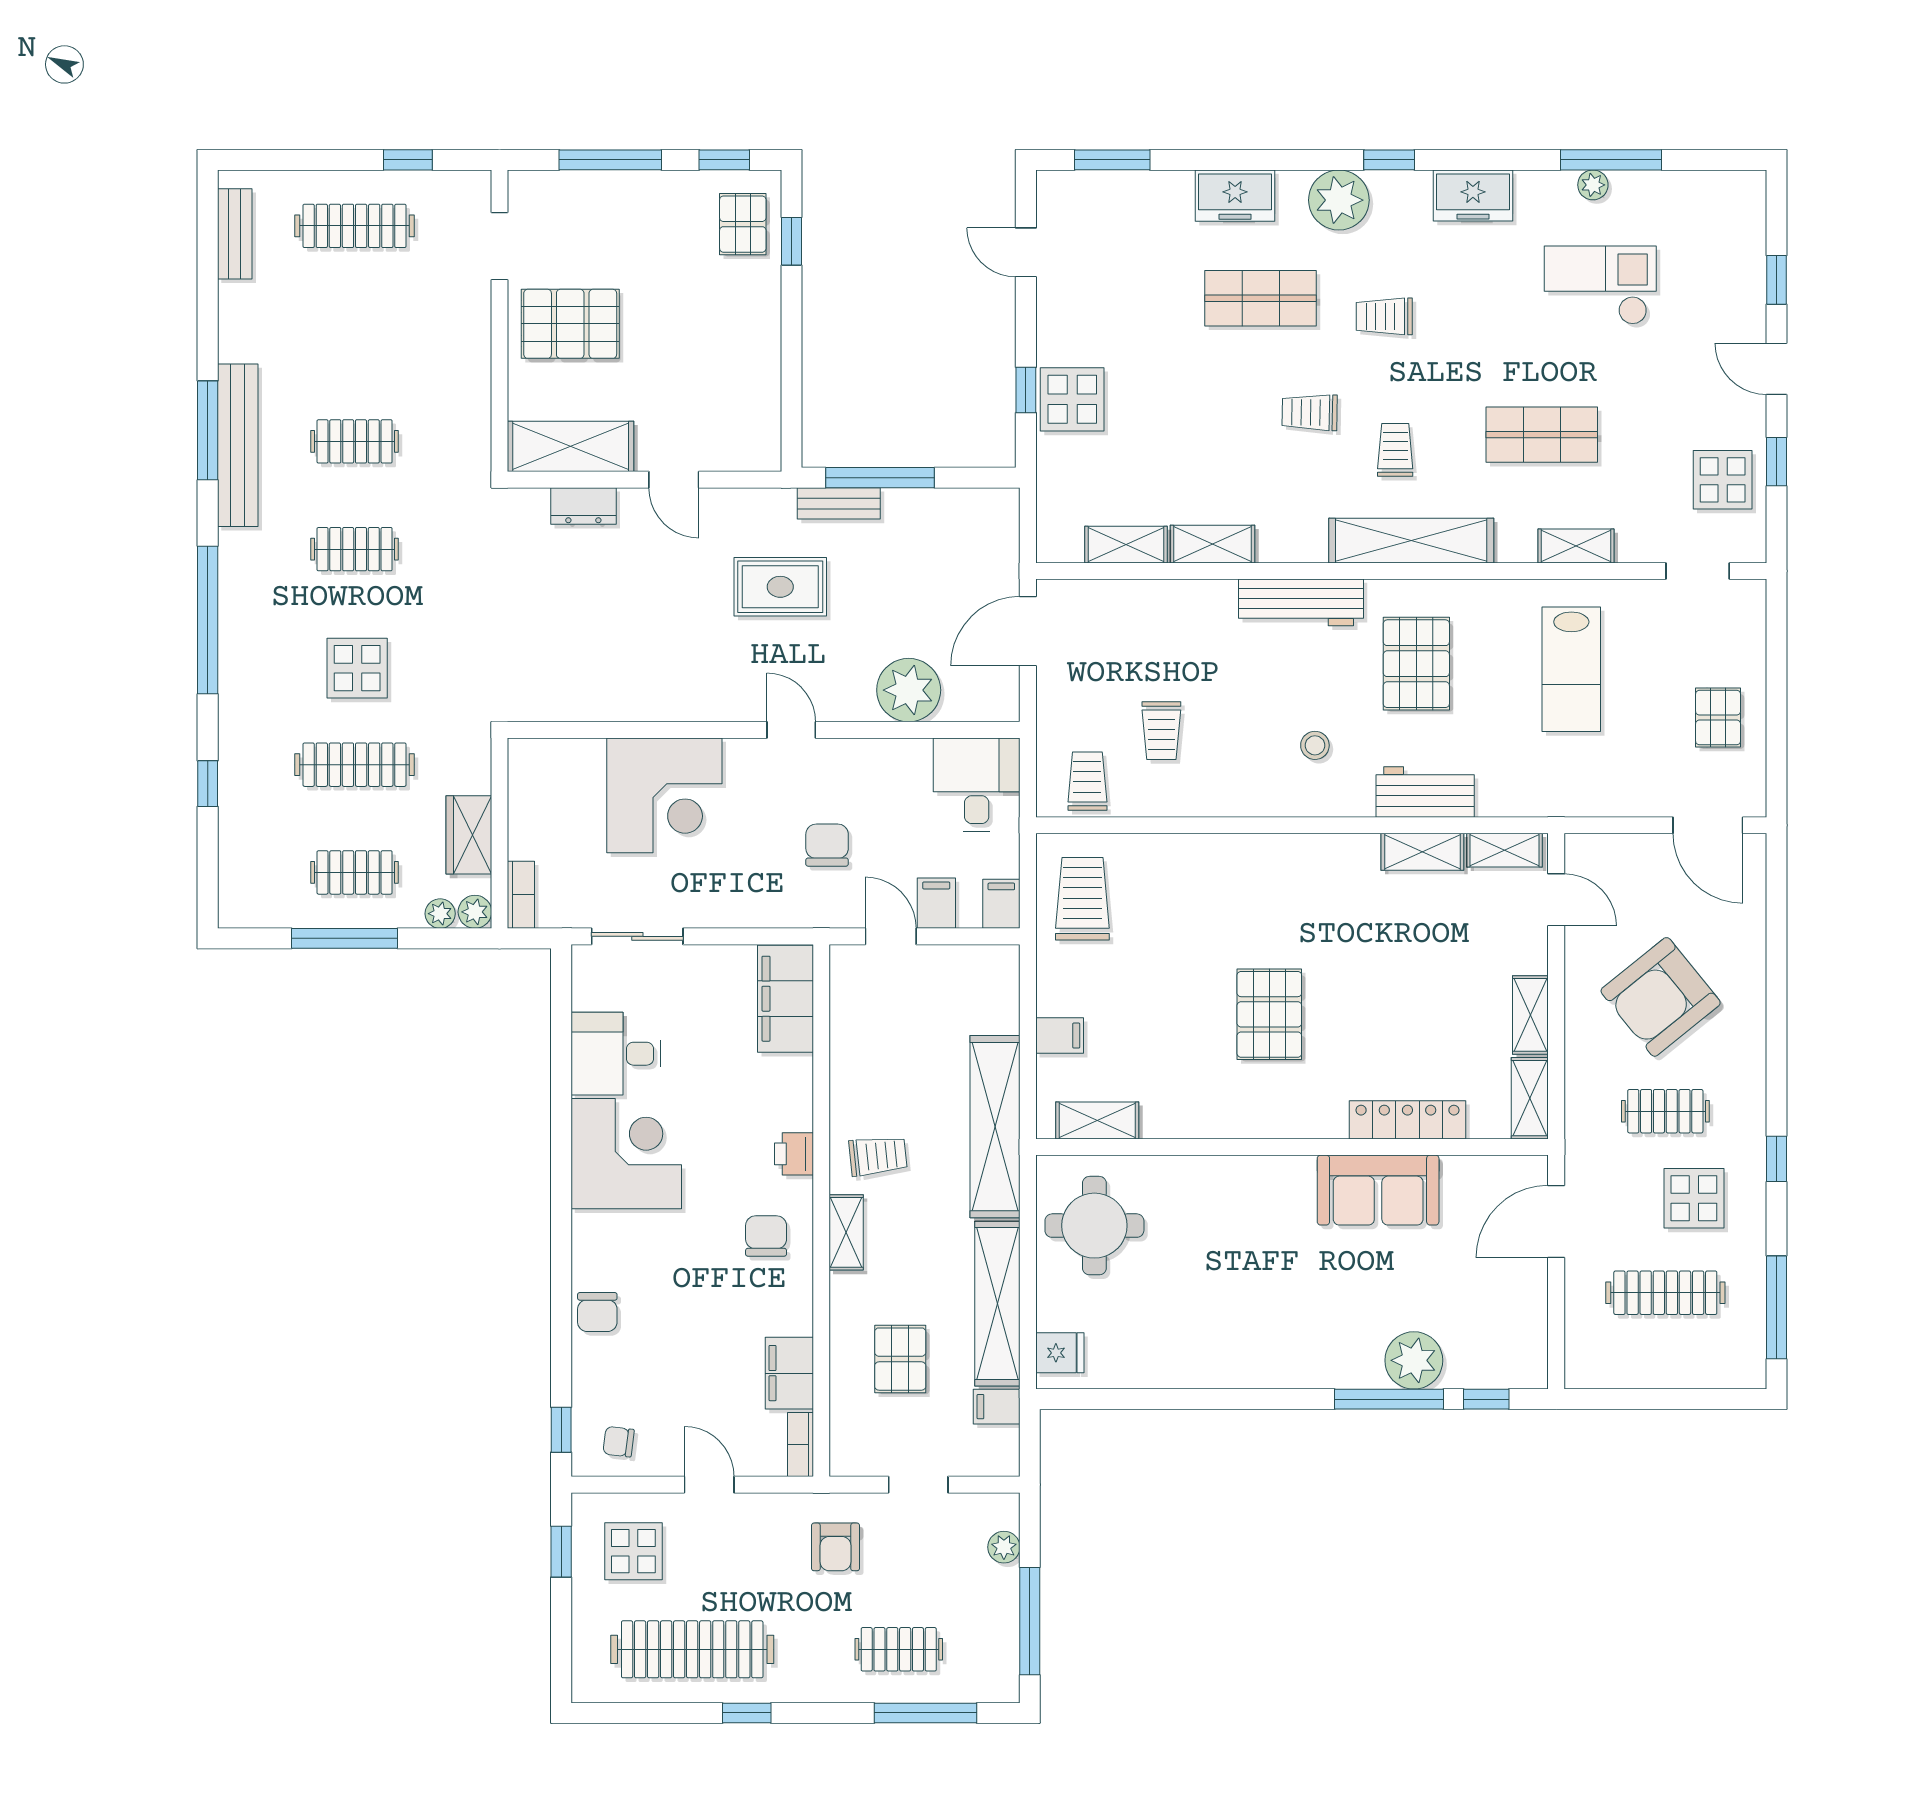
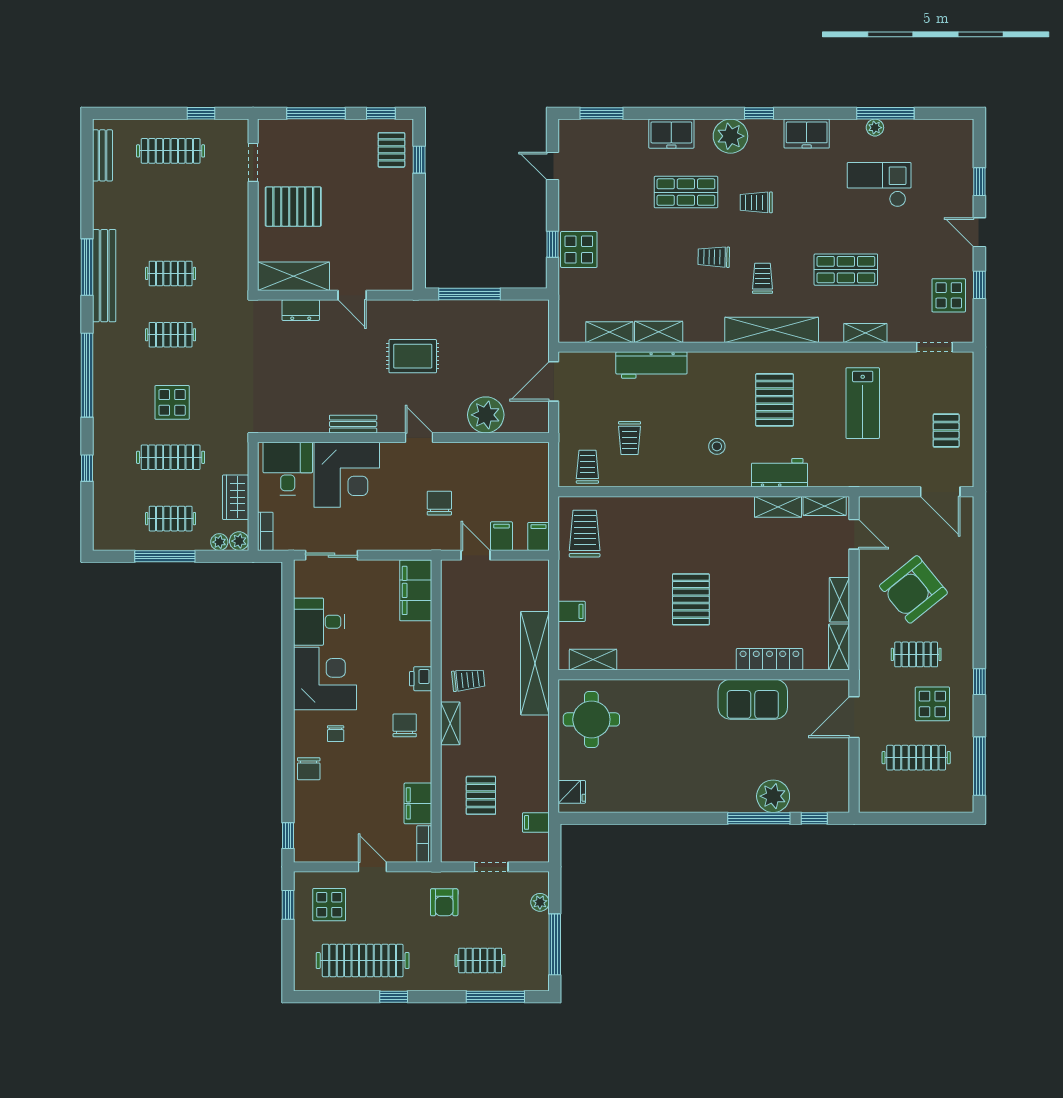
bench: (839, 503) -> (353, 424), moved
workbench: (1301, 602) -> (651, 365), moved
desk: (977, 784) -> (288, 469), moved
shelving: (997, 1304) -> (536, 764), removed
chair: (619, 1442) -> (336, 734), moved, turned -97

